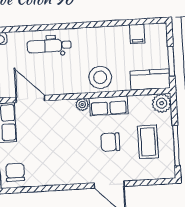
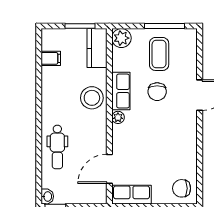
coffee table: (148, 142) -> (159, 54), turned 90

